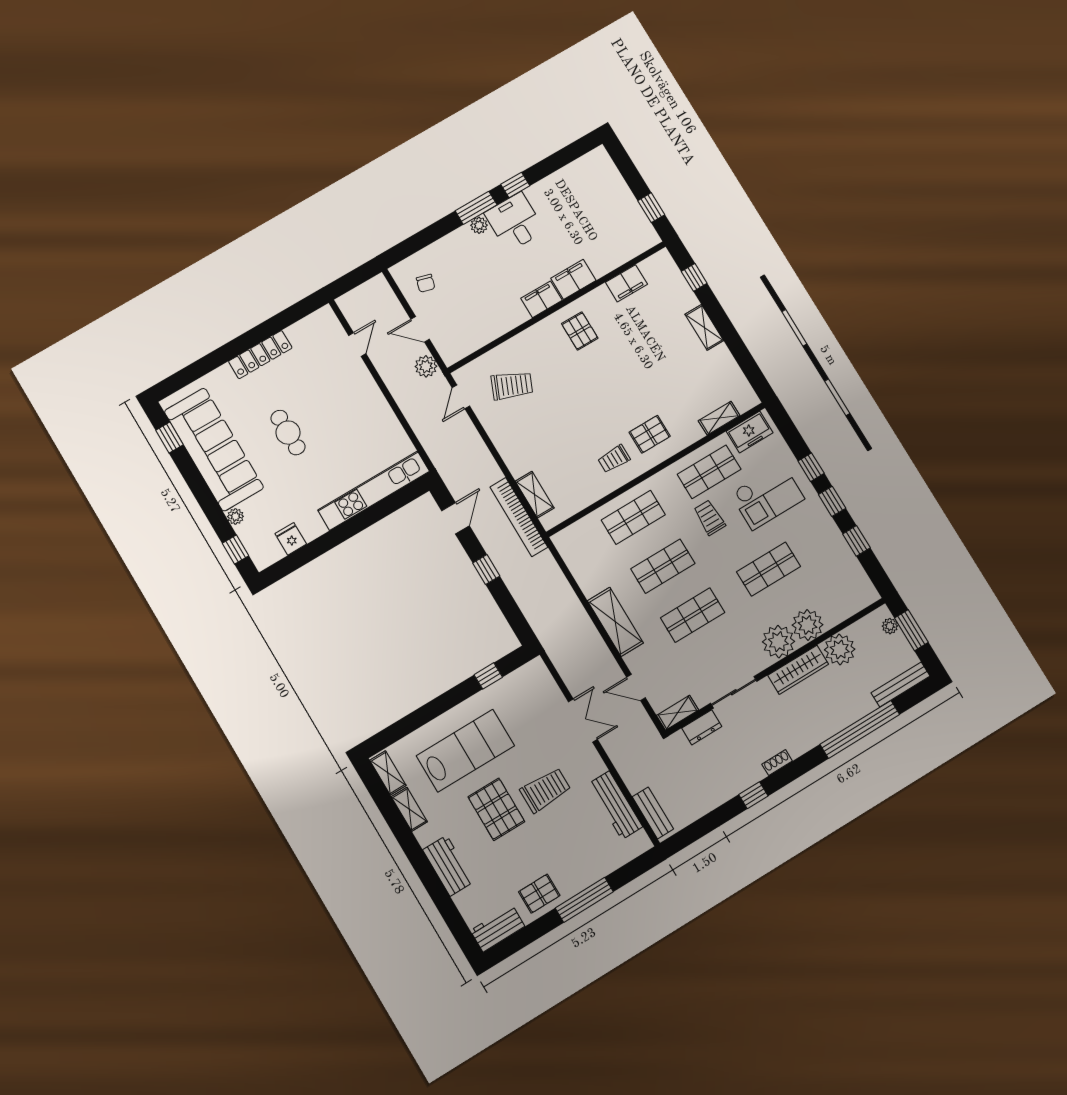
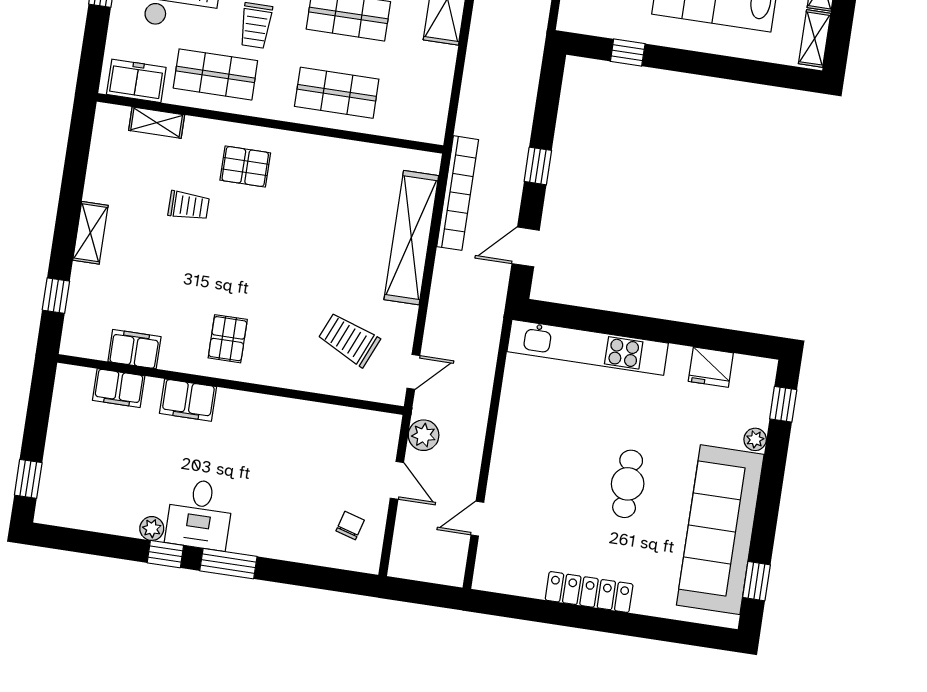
window: (651, 208) -> (28, 479), moved
plant: (479, 225) -> (152, 528), moved
filing cabinet: (541, 299) -> (119, 388), moved
trolley: (614, 459) -> (189, 206), moved
shelving: (535, 495) -> (411, 238), width x2.20, depth x1.33
fridge: (291, 539) -> (711, 367), width x1.38

